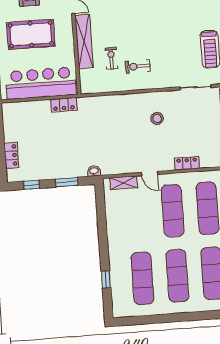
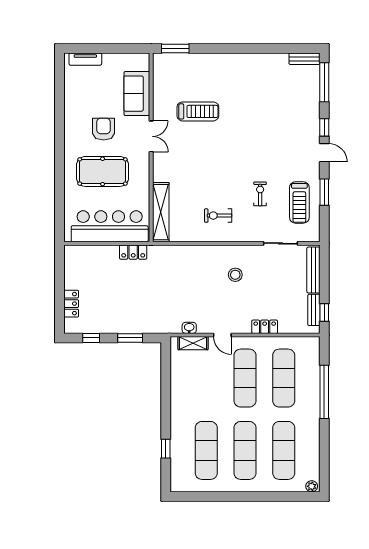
shelving: (84, 41) -> (161, 212), moved
exercise bike: (111, 58) -> (260, 194), moved
washbasin: (94, 171) -> (189, 328), moved

